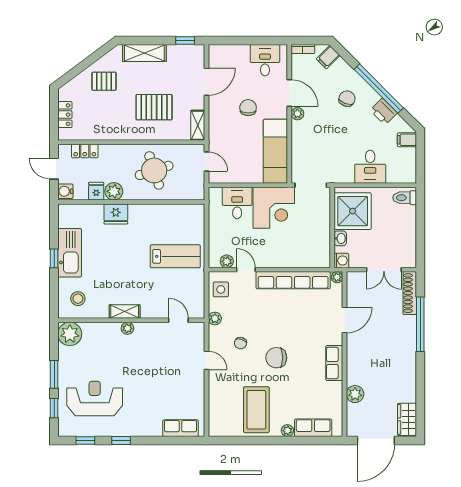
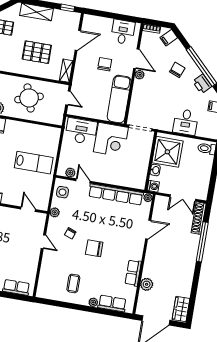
desk: (237, 203) -> (81, 131), width x1.37
row of seats: (334, 363) -> (133, 273), moved
coffee table: (256, 410) -> (73, 283), width x0.54, depth x0.58

